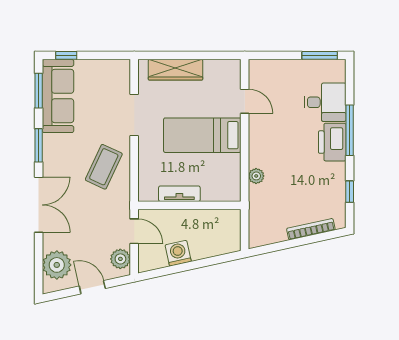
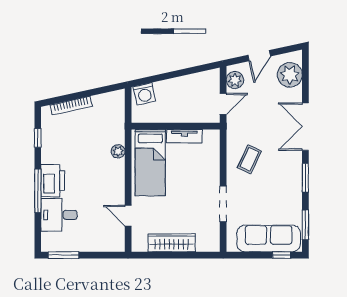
wardrobe: (175, 70) -> (172, 243), moved
sofa: (58, 96) -> (269, 238), moved, turned 90
bed: (202, 135) -> (150, 163), moved, turned 90
coffee table: (104, 167) -> (249, 159), width x0.73, depth x0.77
door: (134, 231) -> (223, 104), swing flipped
washing machine: (178, 253) -> (145, 94), moved
door: (92, 287) -> (259, 56), hinge flipped

